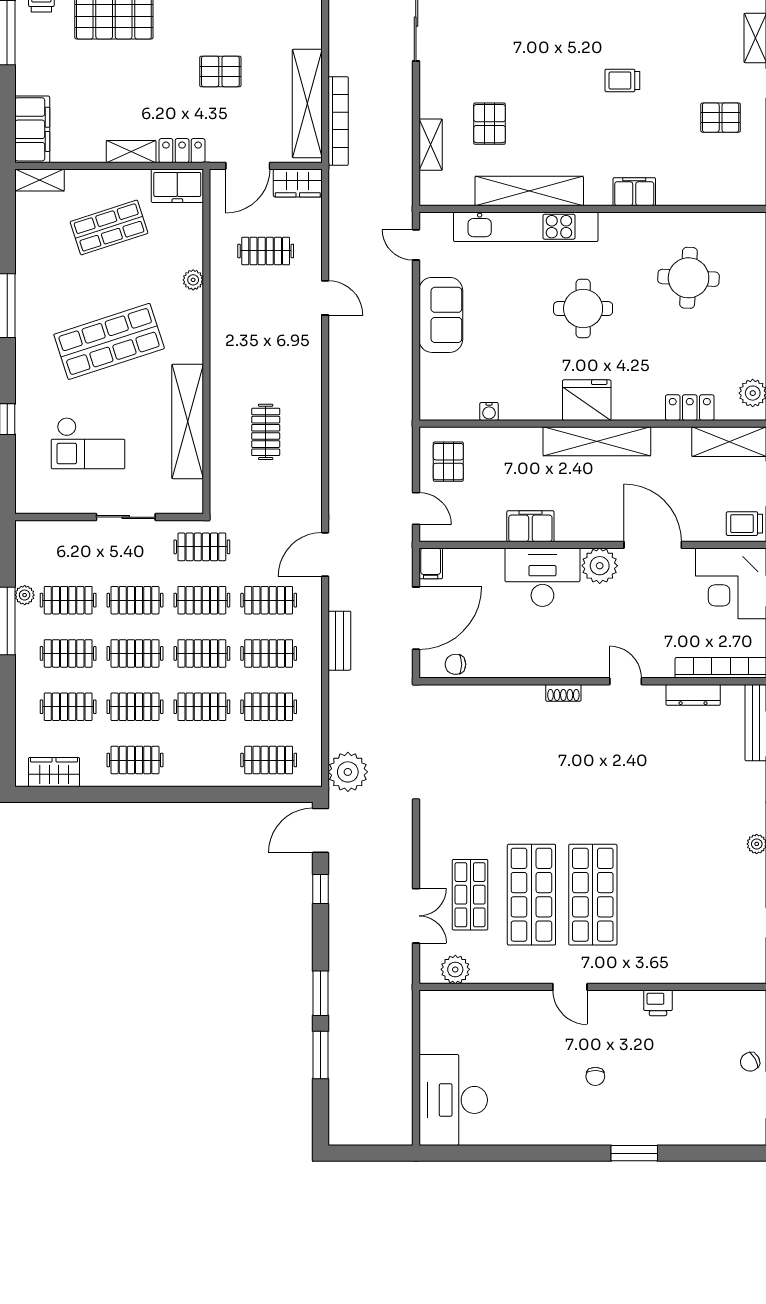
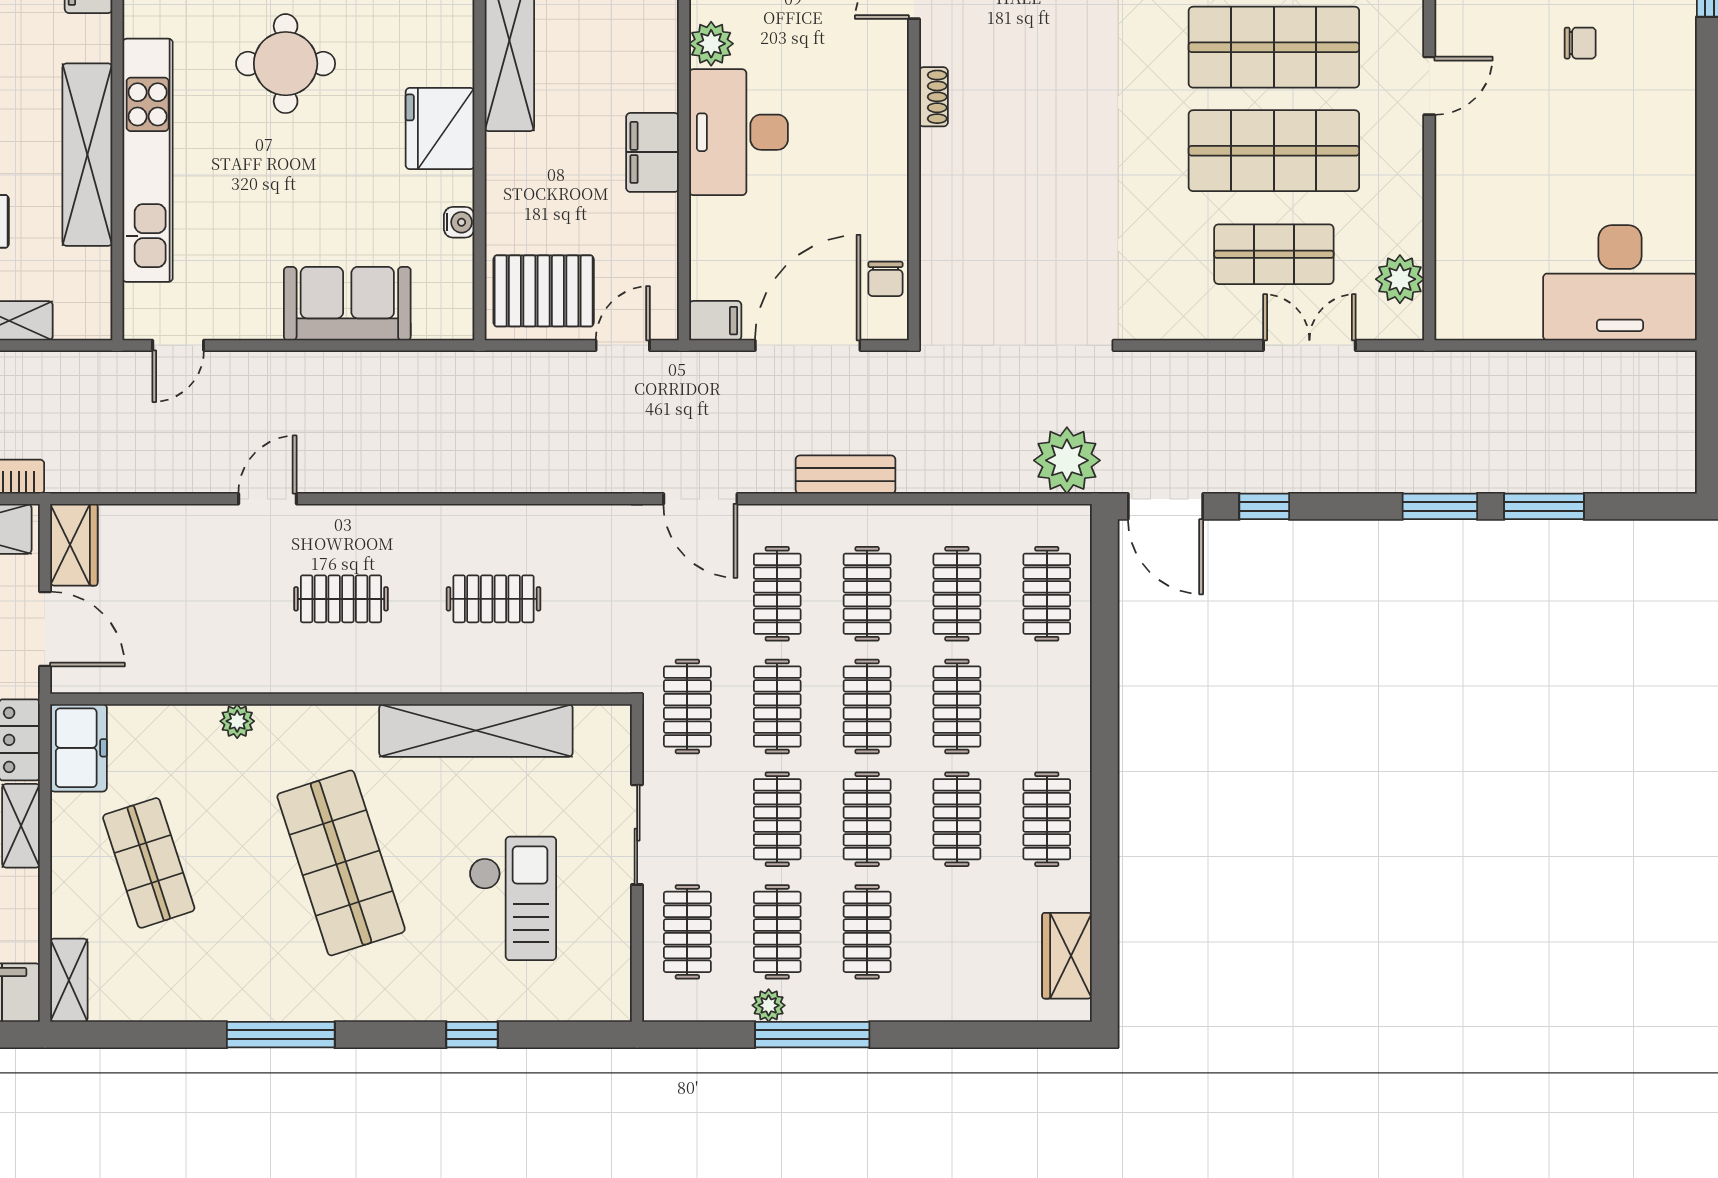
clothes rail: (266, 251) -> (341, 599), moved, turned 90
sofa: (441, 315) -> (347, 304), moved
fridge: (587, 400) -> (440, 129), moved
pallet: (448, 462) -> (544, 291), width x1.50, depth x1.42
plant: (600, 566) -> (711, 44), width x0.73, depth x0.73
door: (416, 618) -> (808, 345), hinge flipped
clothes rail: (68, 707) -> (687, 932), moved

